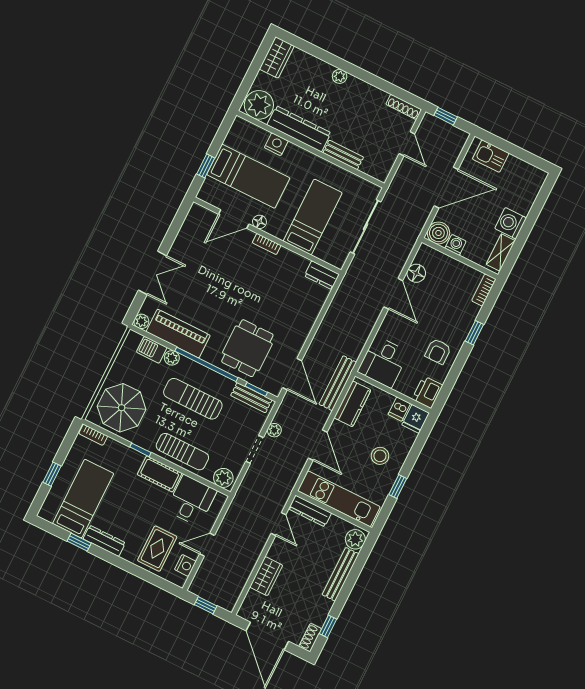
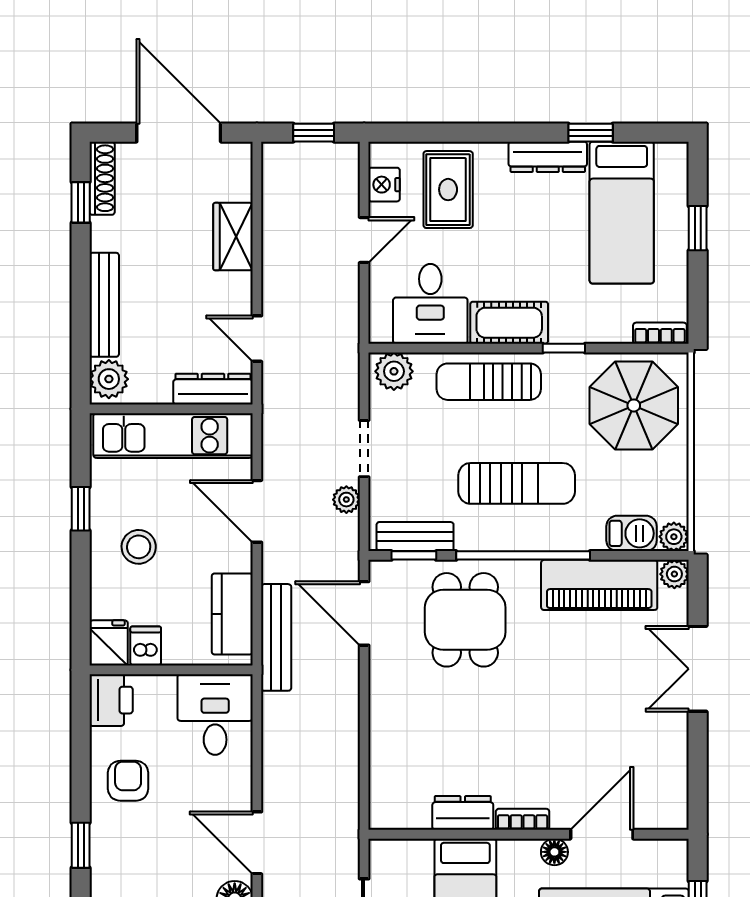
dresser: (322, 275) -> (463, 813), moved
plant: (172, 358) -> (674, 537), moved
shoe rack: (310, 638) -> (102, 178), width x1.43

